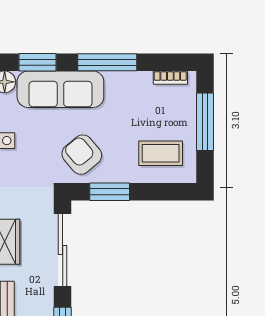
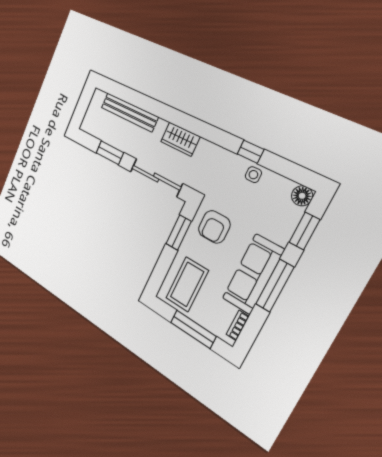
sofa: (60, 89) -> (253, 274), moved
coffee table: (161, 153) -> (187, 284), width x1.36, depth x1.32
armchair: (82, 155) -> (214, 227), turned 130

